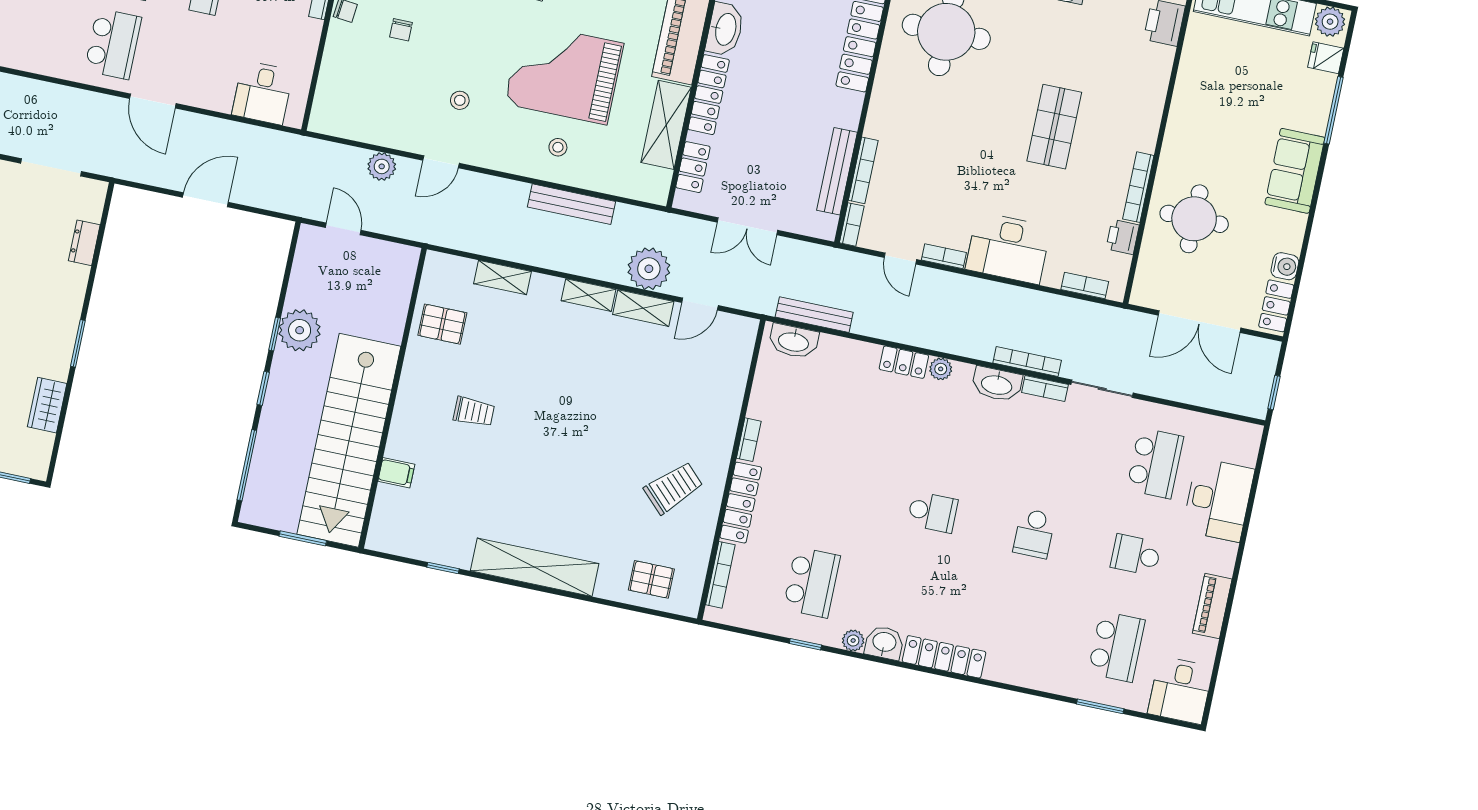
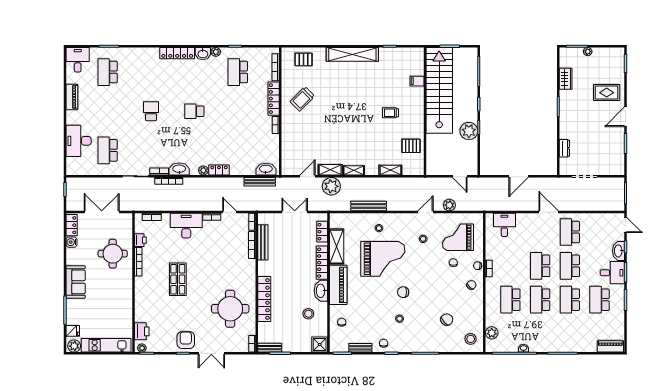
grand piano: (377, 87) -> (458, 237), added
school desk: (1136, 555) -> (108, 111), removed

